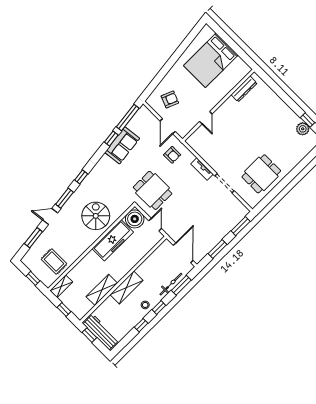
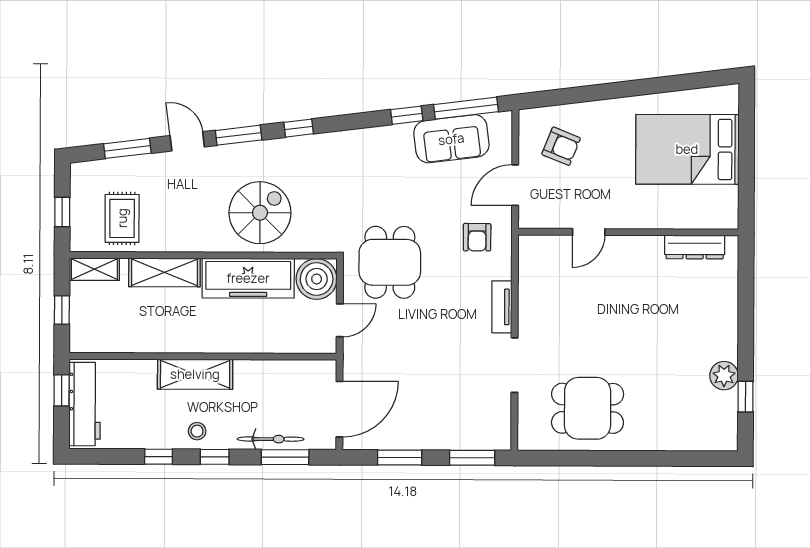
plant: (303, 129) -> (724, 376), moved
sofa: (122, 145) -> (451, 139), moved
shelving: (102, 290) -> (164, 272), moved

